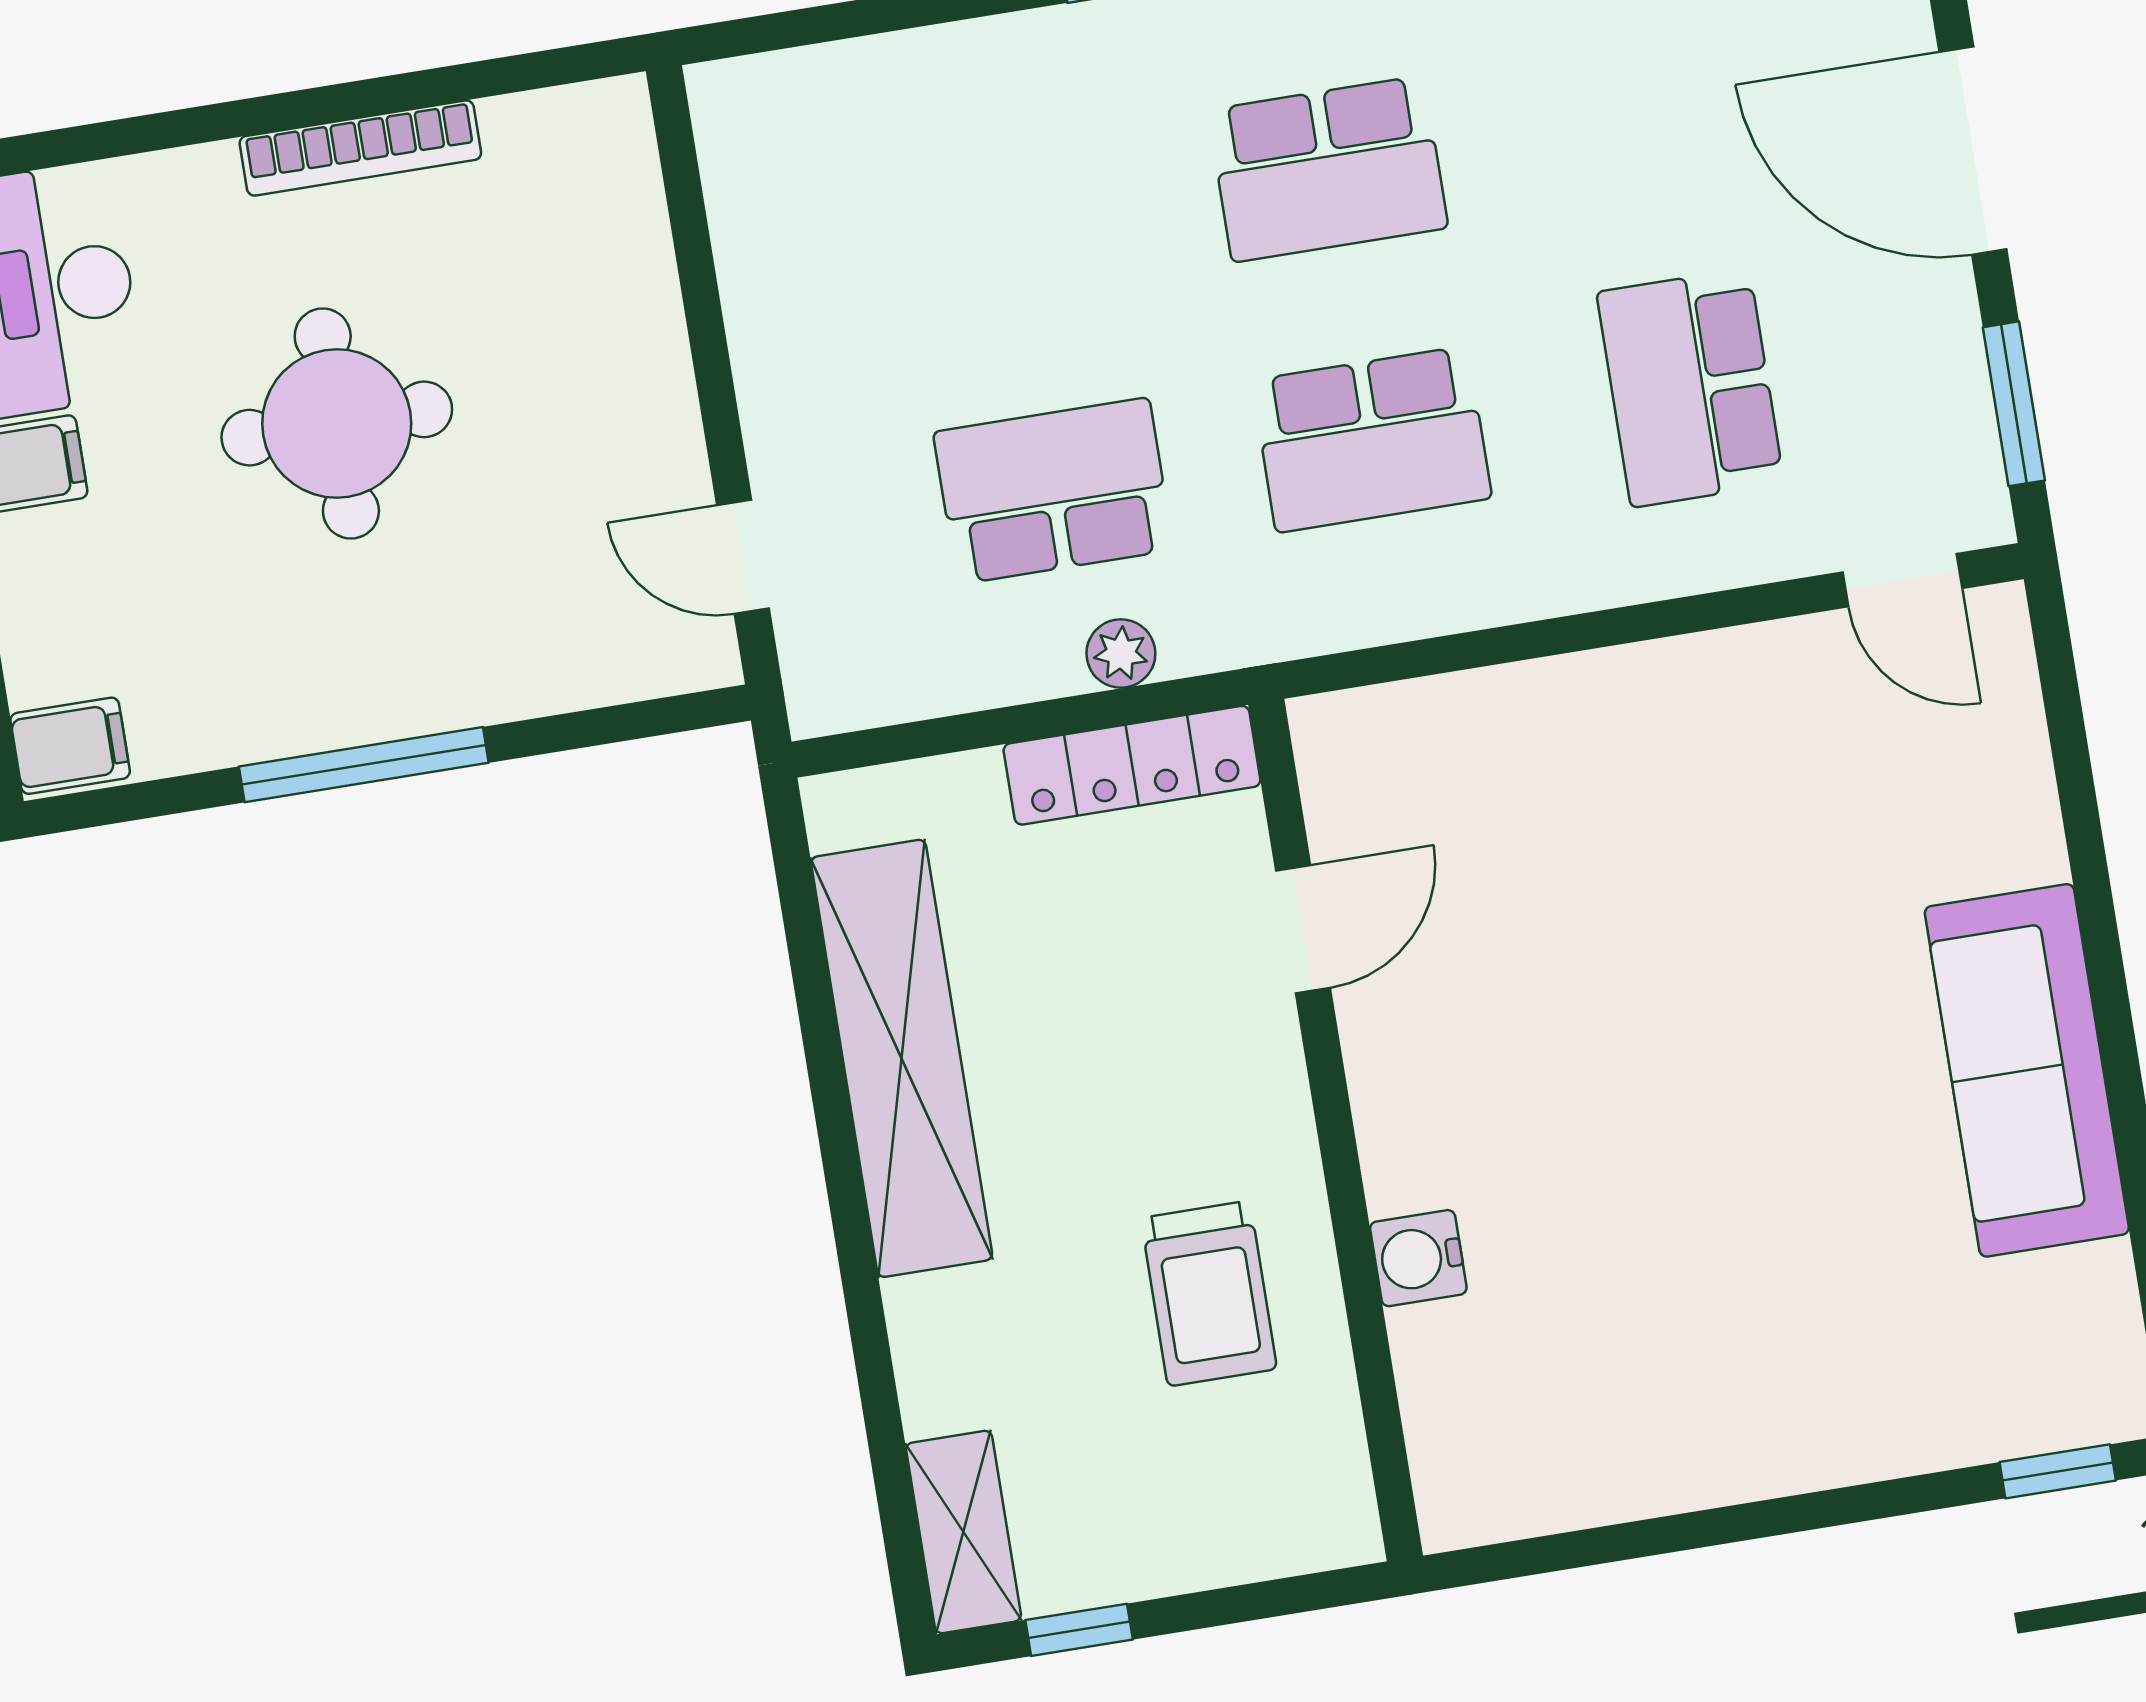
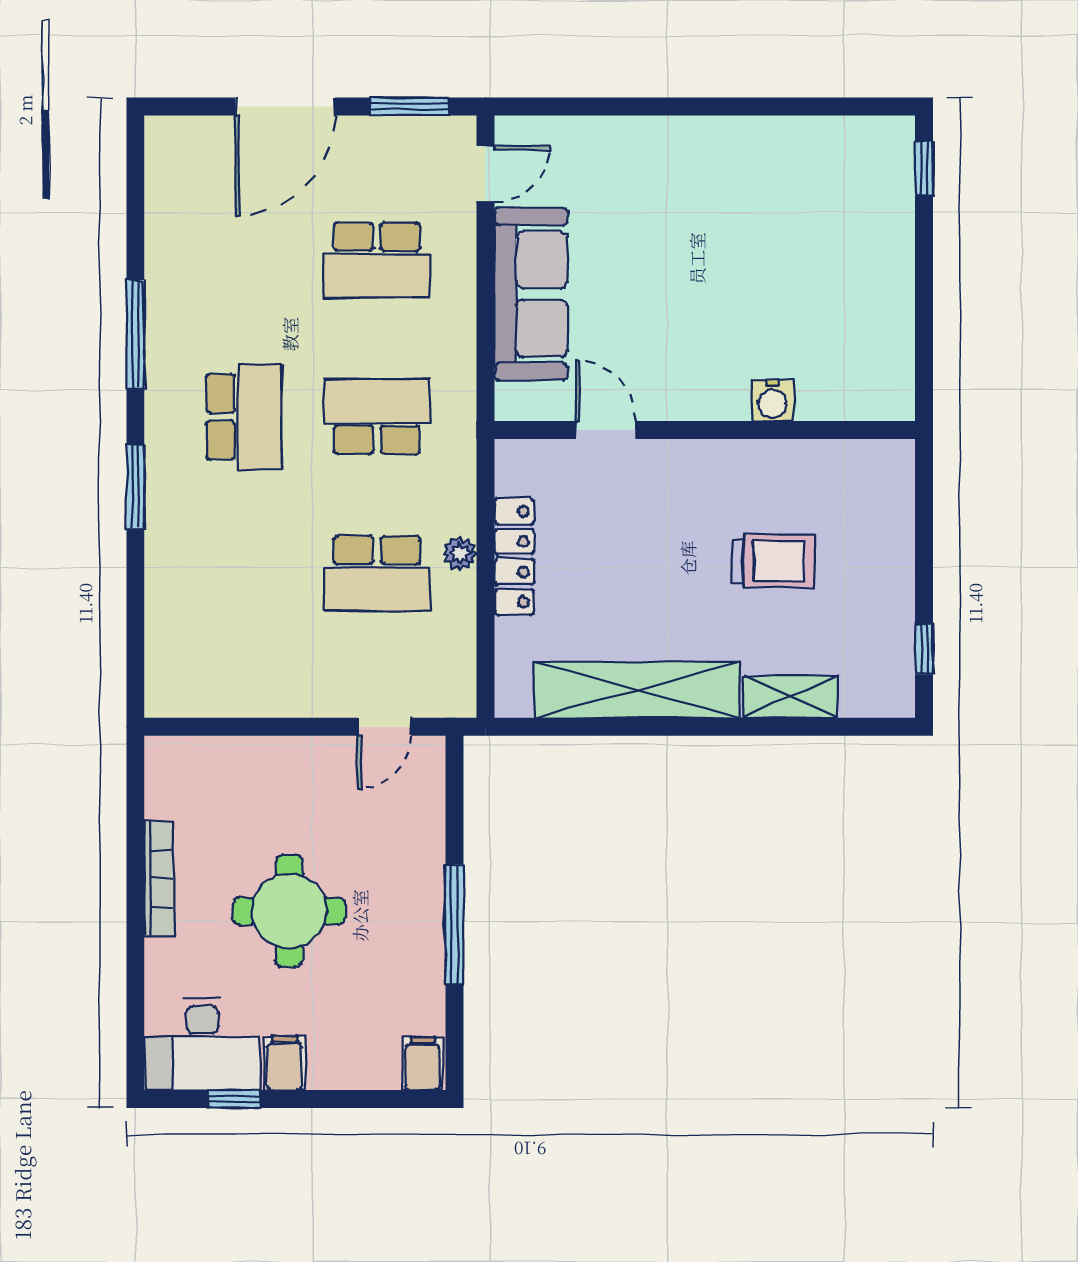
school desk: (1372, 439) -> (377, 417), turned -90
school desk: (1053, 491) -> (377, 573), turned -90
door: (1303, 929) -> (606, 430), moved
sofa: (2027, 1070) -> (531, 294), moved, turned -90
wall: (1336, 1130) -> (705, 430), moved
water cooler: (1418, 1258) -> (772, 400), moved
shelving: (963, 1532) -> (791, 697), moved

